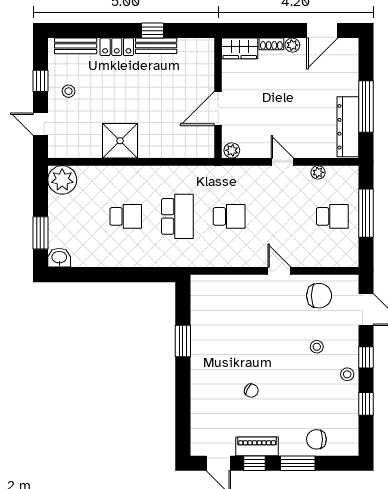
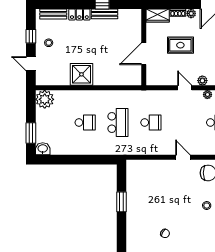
rug: (275, 95) -> (180, 45), added
plant: (232, 150) -> (202, 81), moved

